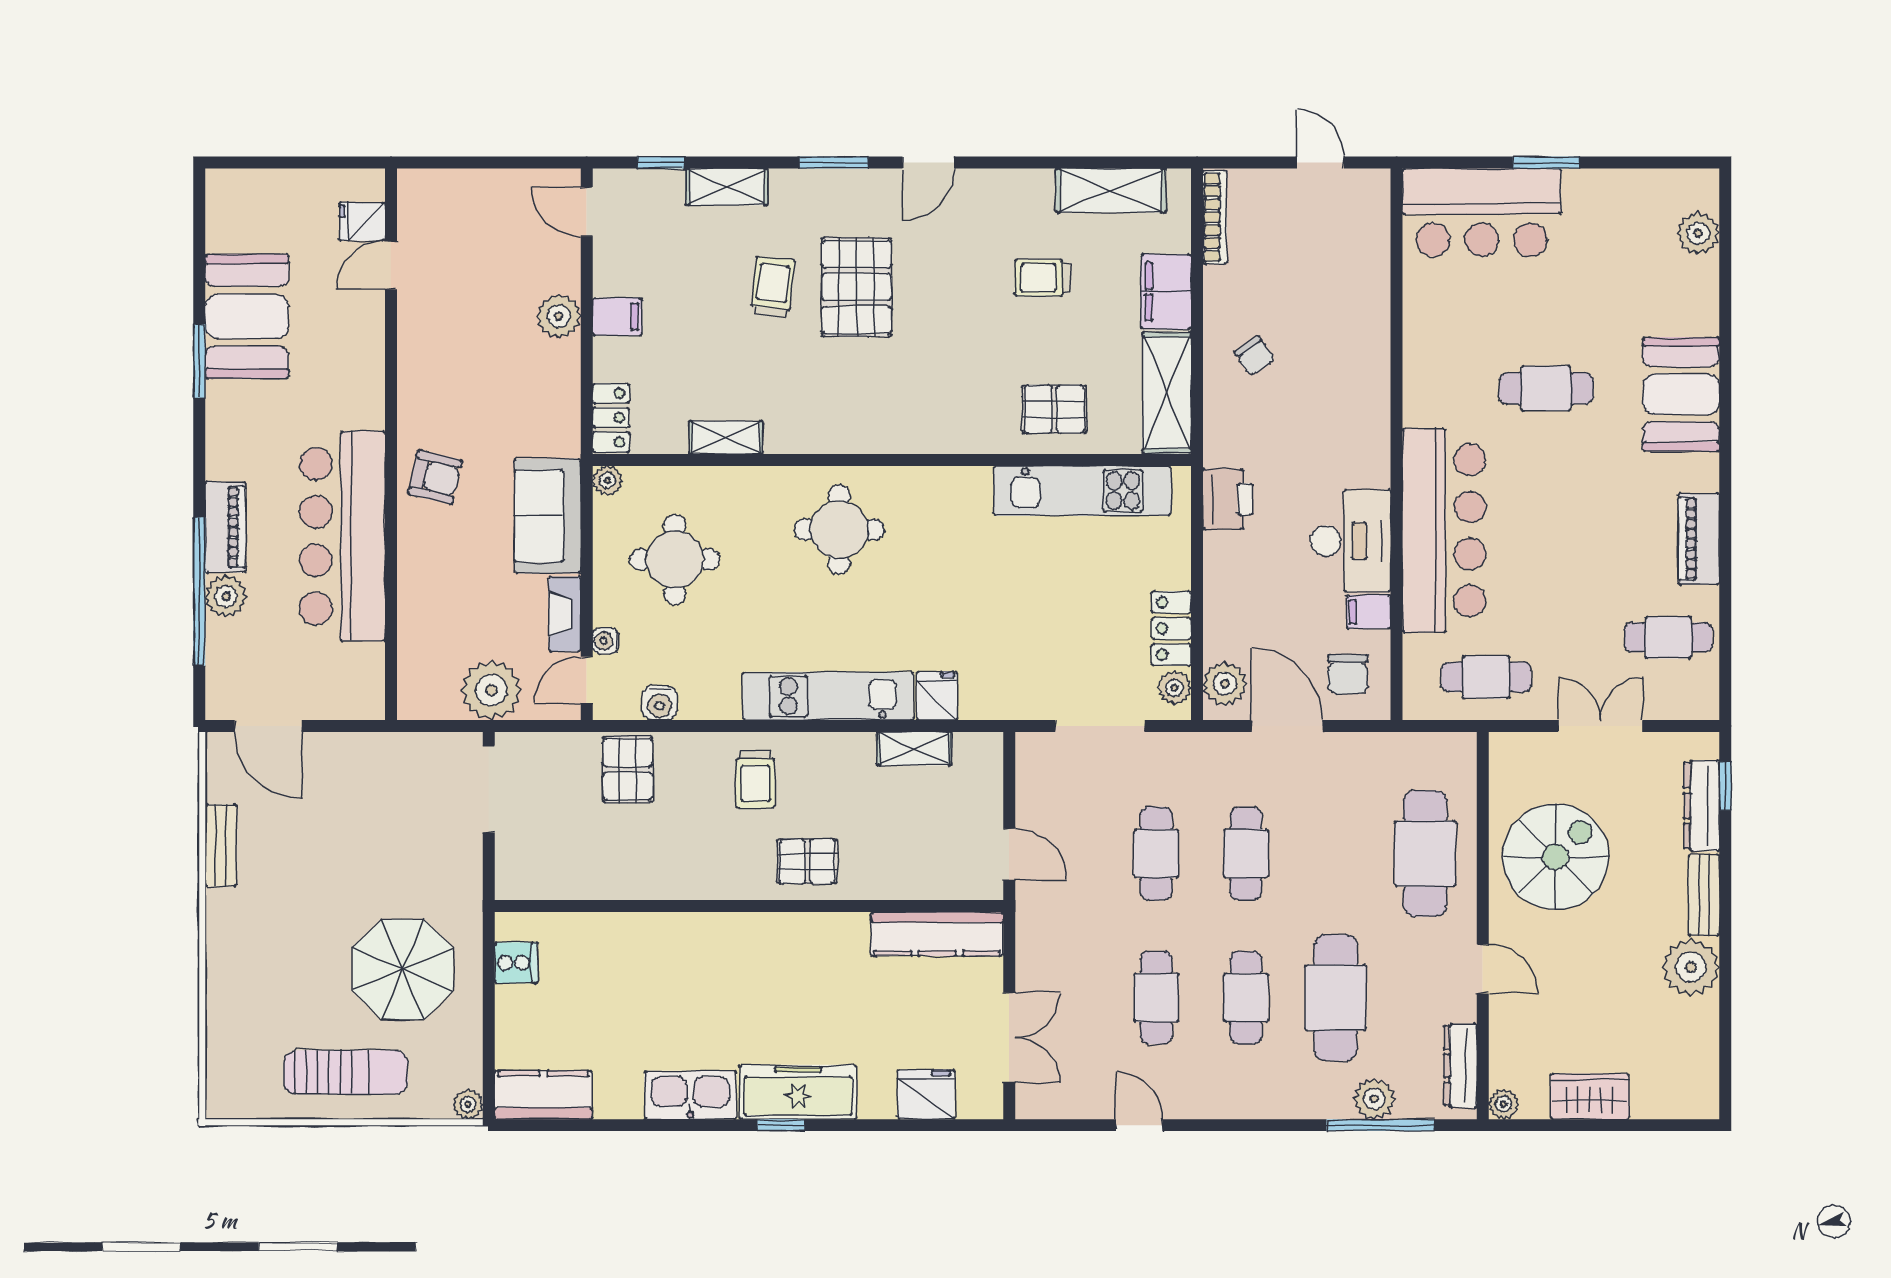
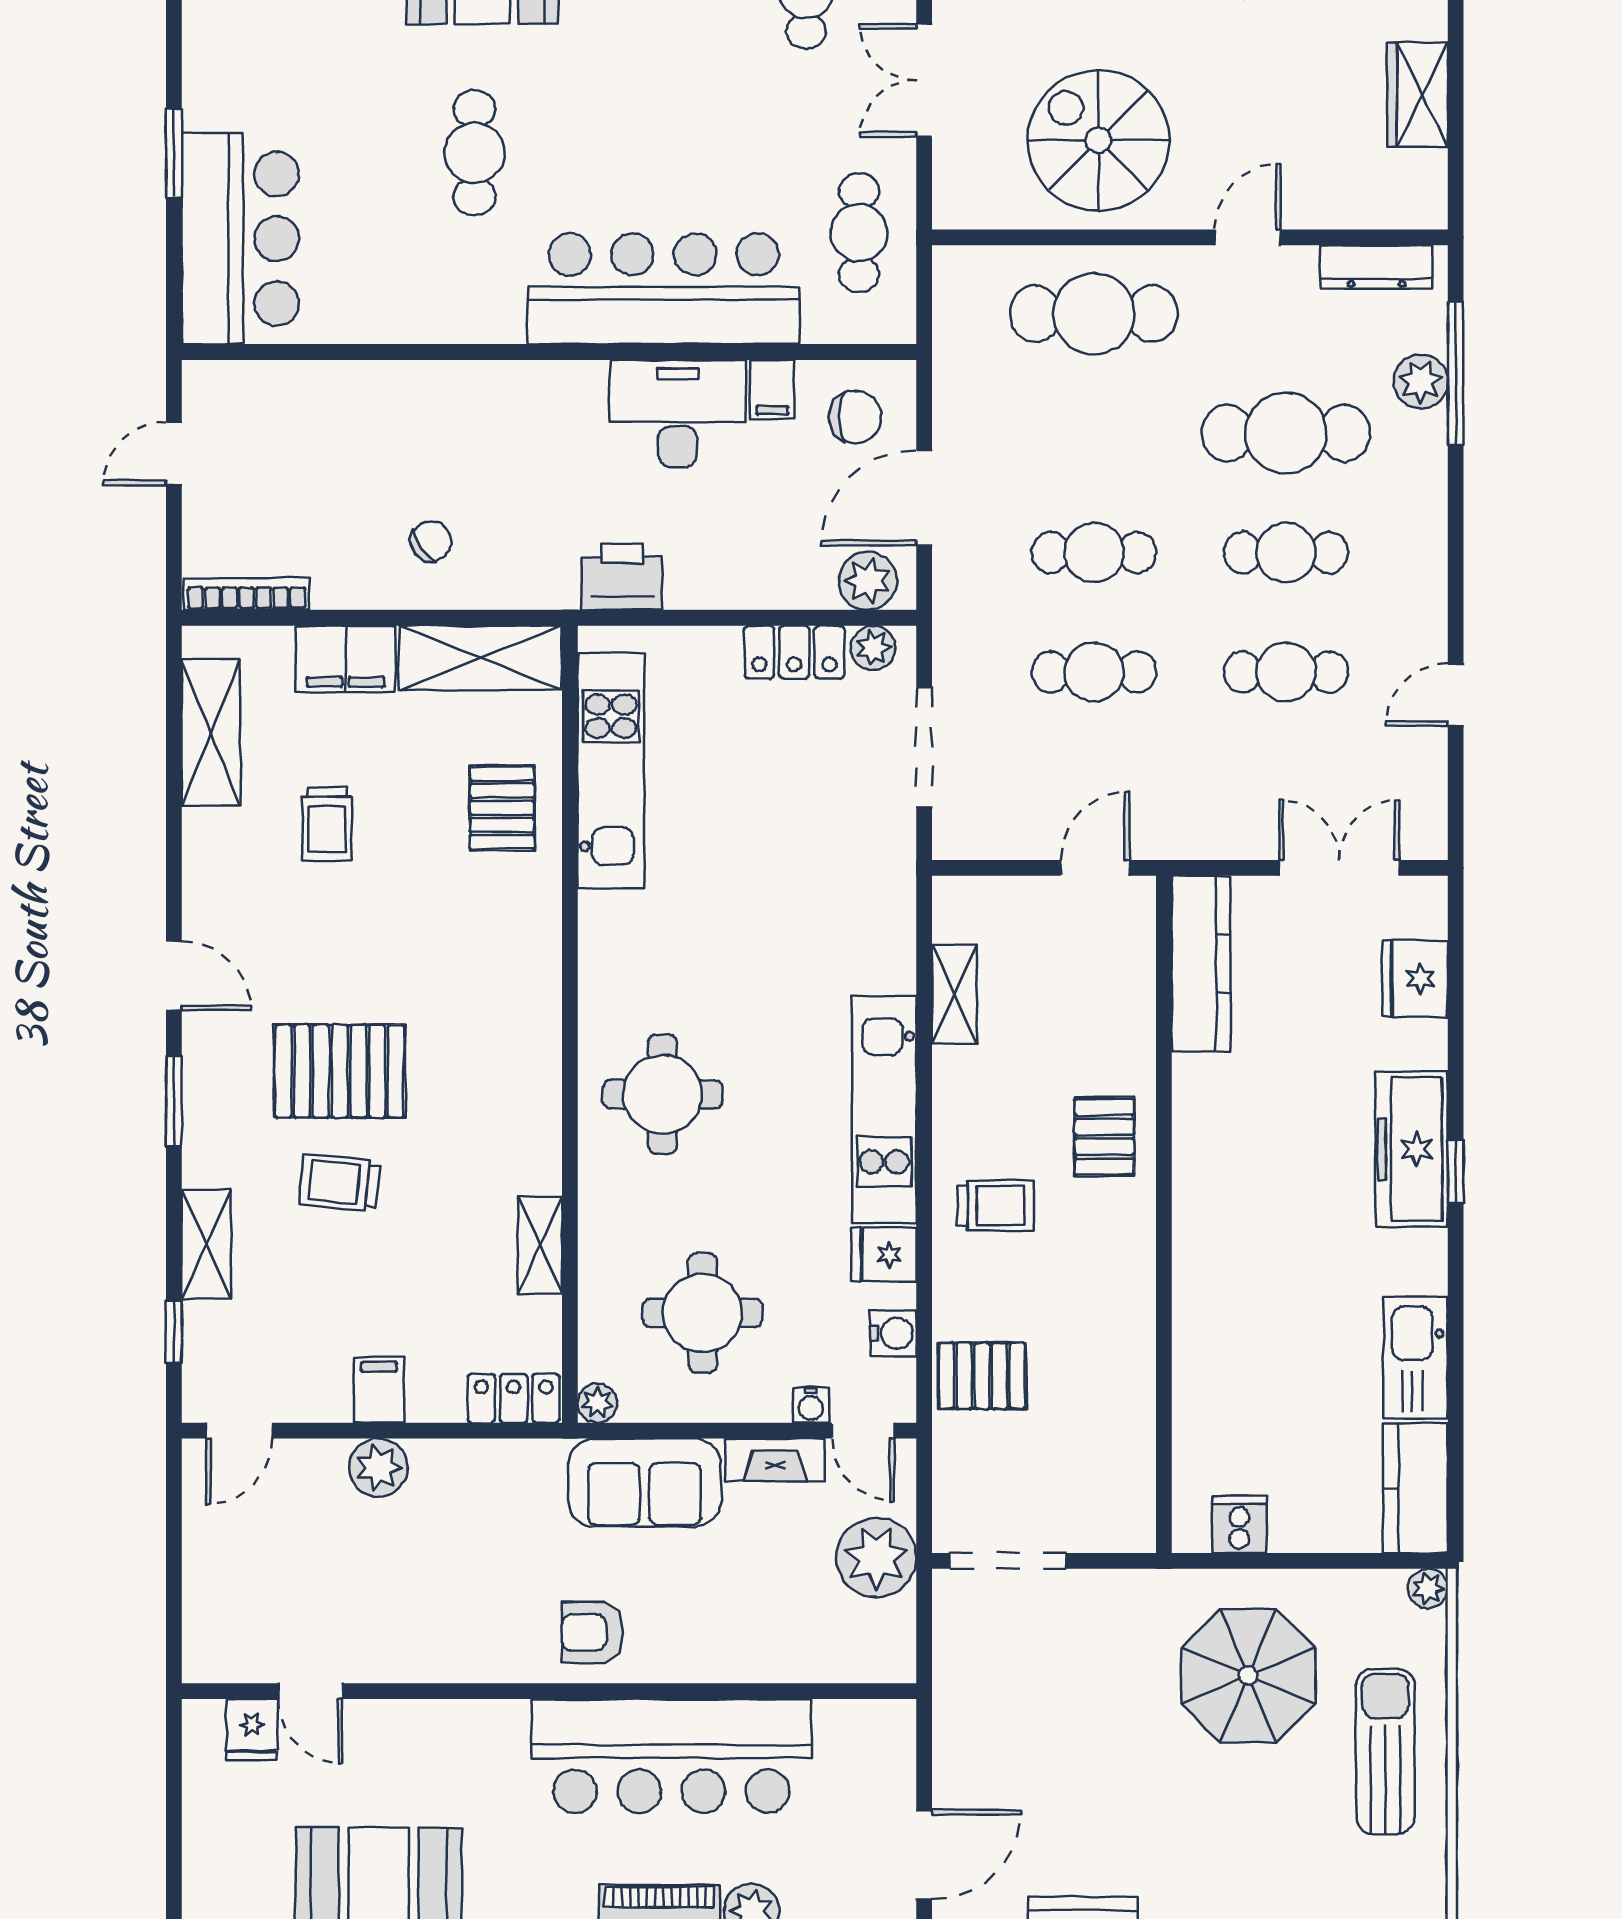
armchair: (435, 477) -> (593, 1632), turned -103
fridge: (937, 696) -> (884, 1254), moved
kitchen sink: (690, 1095) -> (1416, 1358), moved
plant: (1504, 1104) -> (1428, 209), removed

